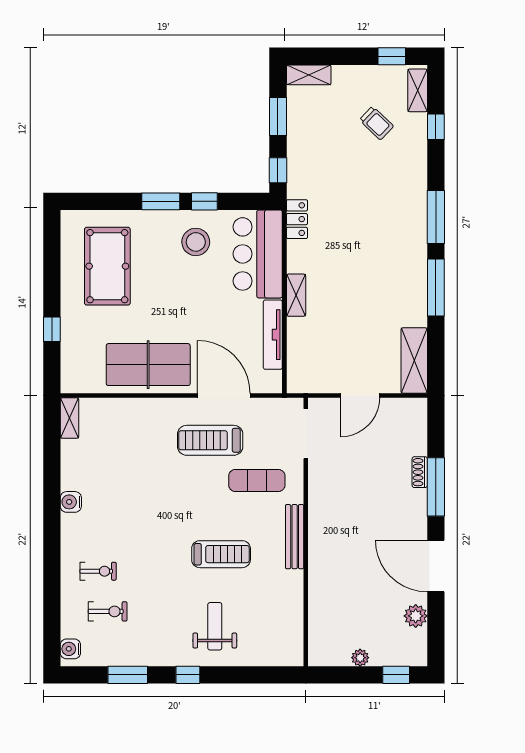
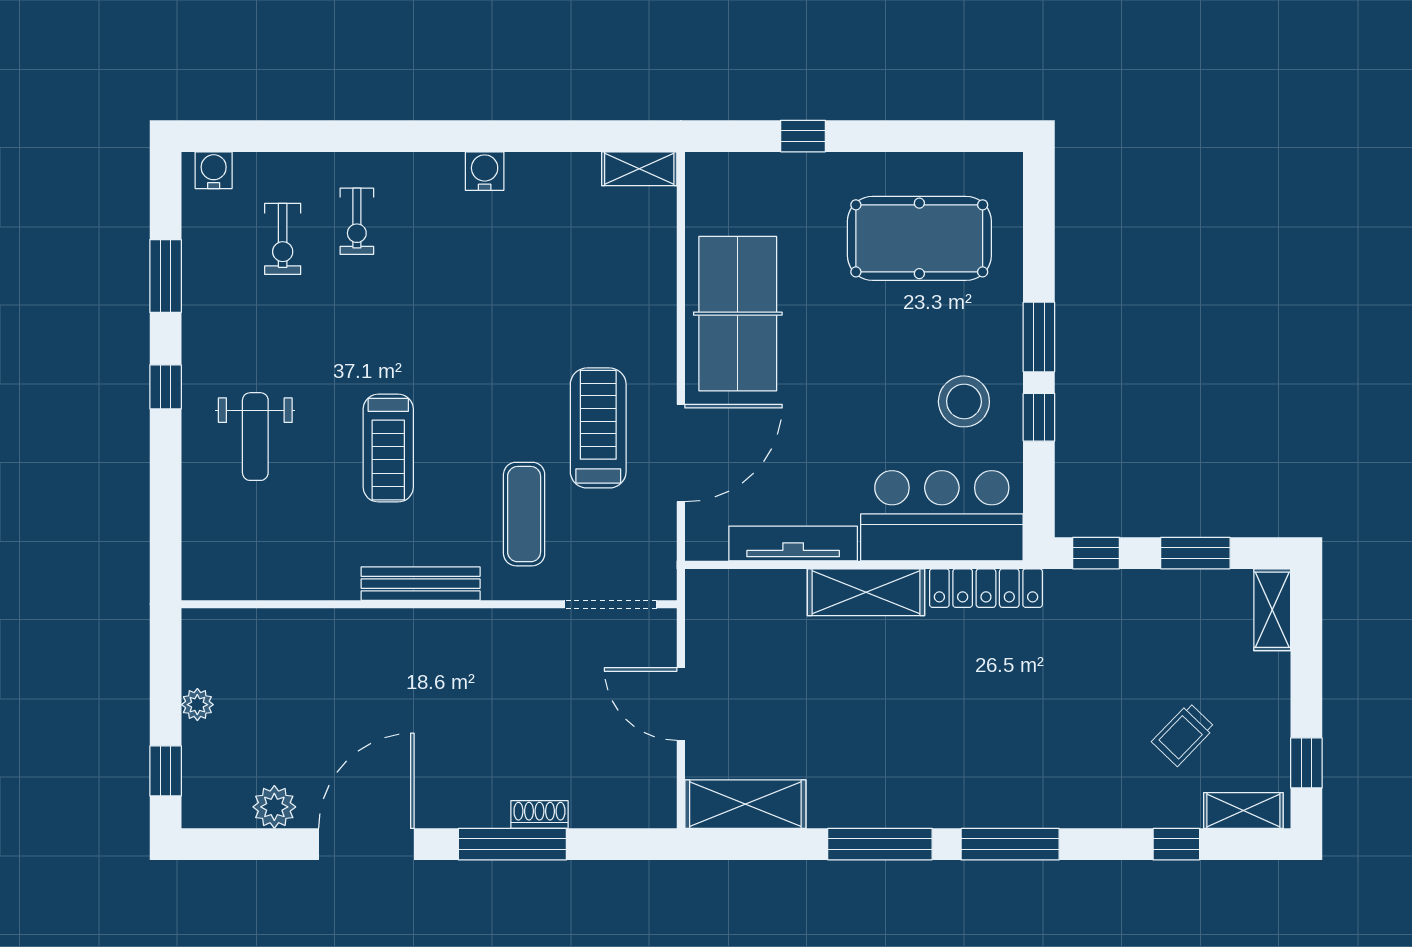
locker: (297, 219) -> (986, 588), width x1.53
shelving: (296, 295) -> (866, 592), width x1.50, depth x1.33
weight bench: (215, 626) -> (255, 437), turned 90

